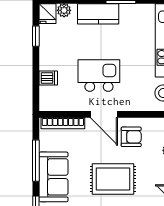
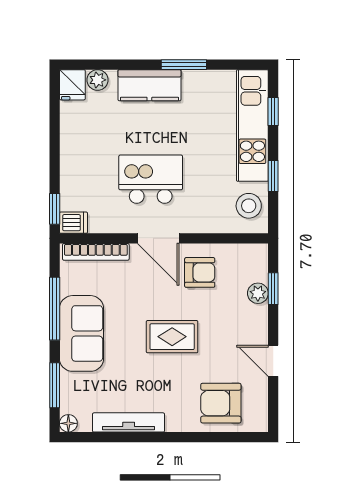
window: (36, 36) -> (55, 209), moved
dishwasher: (48, 78) -> (73, 223), moved
rug: (113, 179) -> (172, 337), width x0.73, depth x0.70

